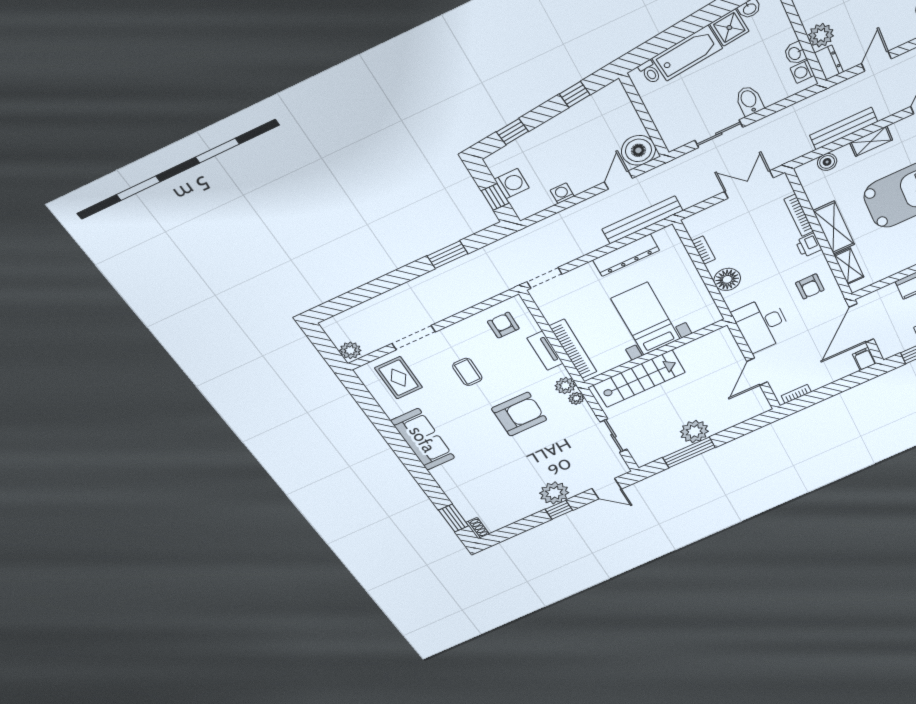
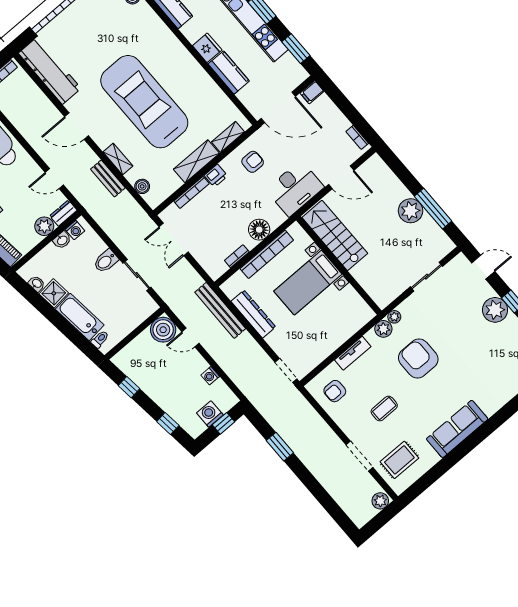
bench: (844, 128) -> (108, 178), width x0.73
bookcase: (573, 349) -> (267, 254), moved, turned 180
stairs: (639, 379) -> (335, 235), moved
door: (607, 489) -> (483, 267), hinge flipped

